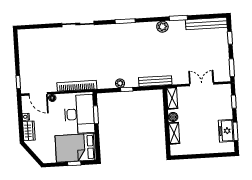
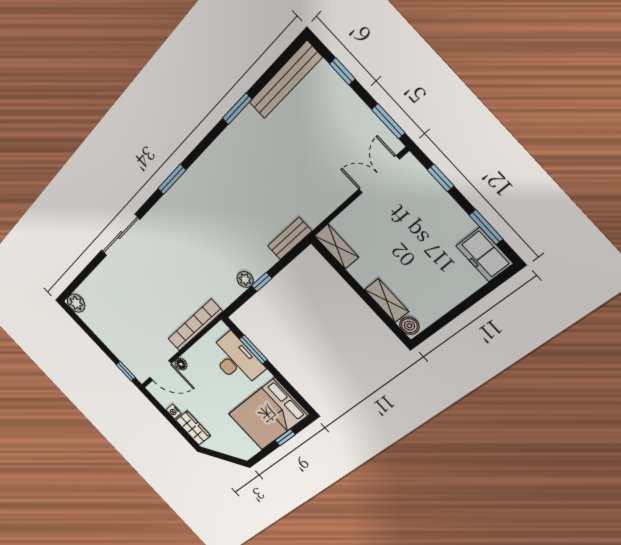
plant: (162, 27) -> (76, 303), moved
bench: (155, 81) -> (290, 238), width x0.73
double door: (202, 84) -> (379, 174), moved
desk: (79, 114) -> (236, 360), width x0.73, depth x0.77
boiler: (173, 117) -> (409, 326), moved
freezer: (226, 131) -> (484, 255), moved

